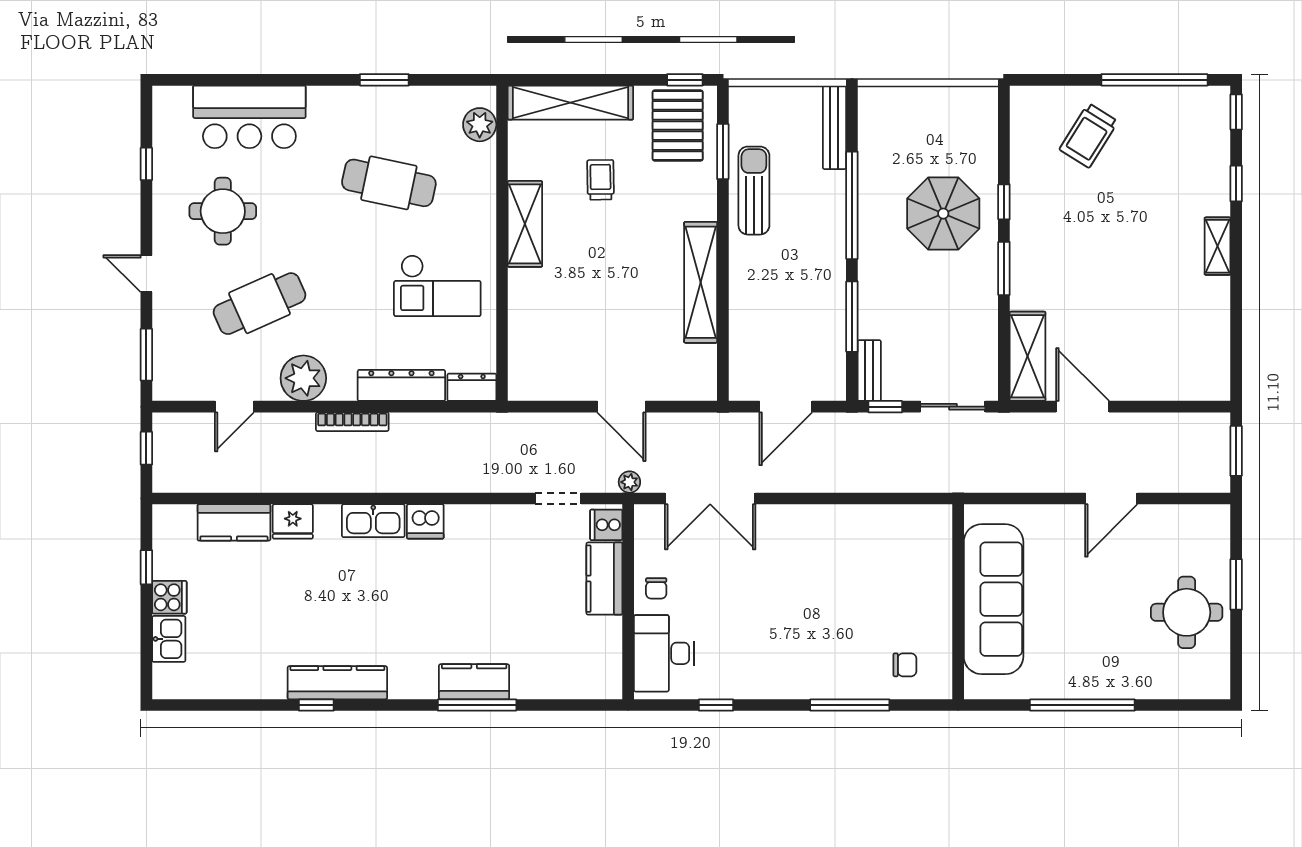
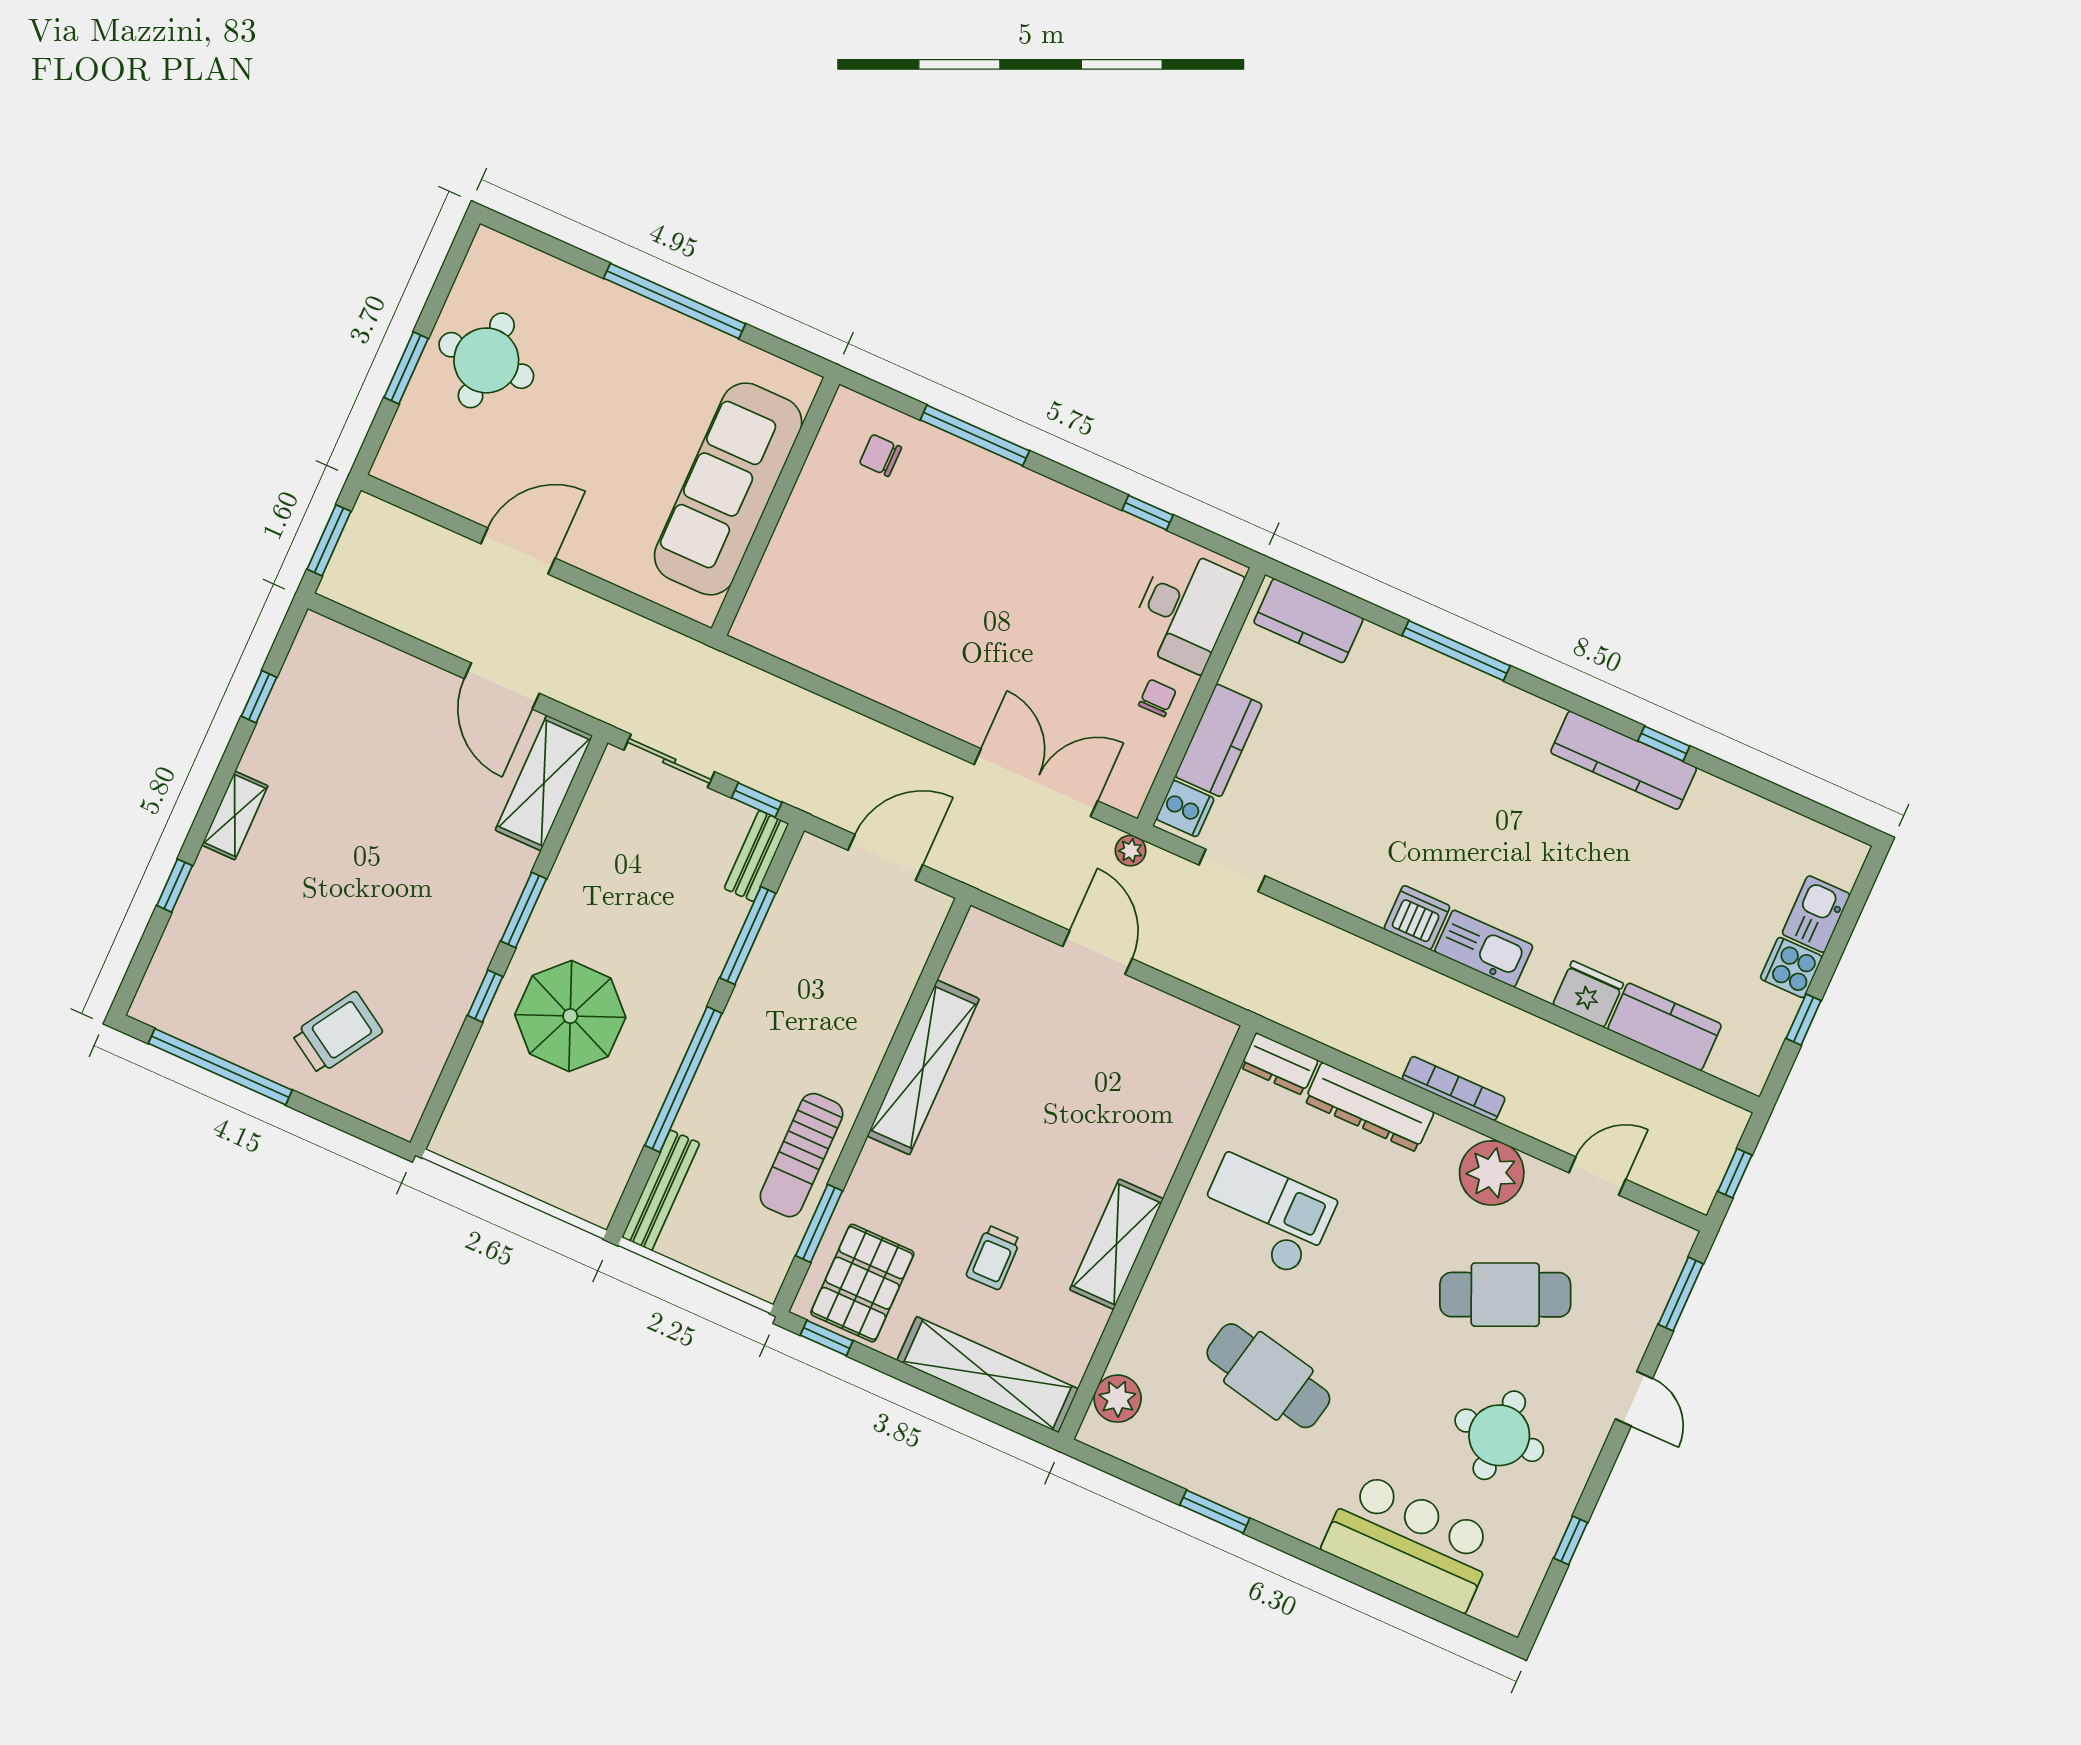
window: (1236, 112) -> (259, 697), moved
kitchen counter: (474, 682) -> (1308, 621), moved

